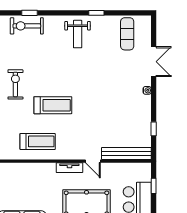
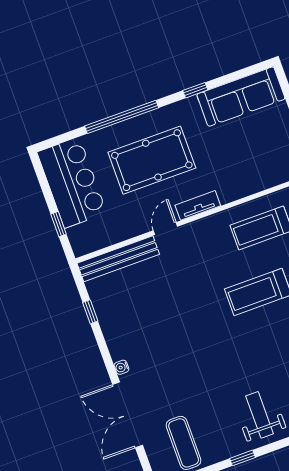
double door: (154, 62) -> (128, 415), width x1.37
door: (93, 161) -> (165, 228), hinge flipped

